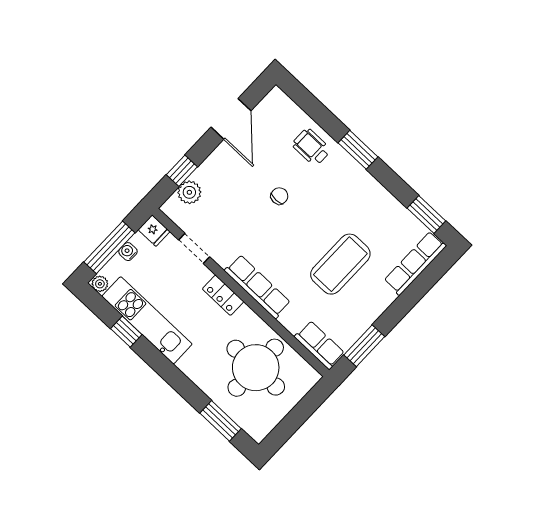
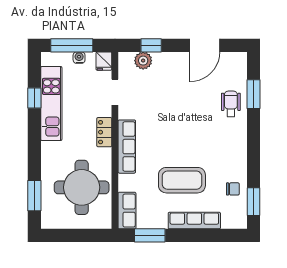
window: (358, 150) -> (254, 94), moved
chair: (279, 196) -> (233, 189), moved
row of seats: (415, 263) -> (194, 221), moved
plant: (100, 284) -> (47, 59), removed

